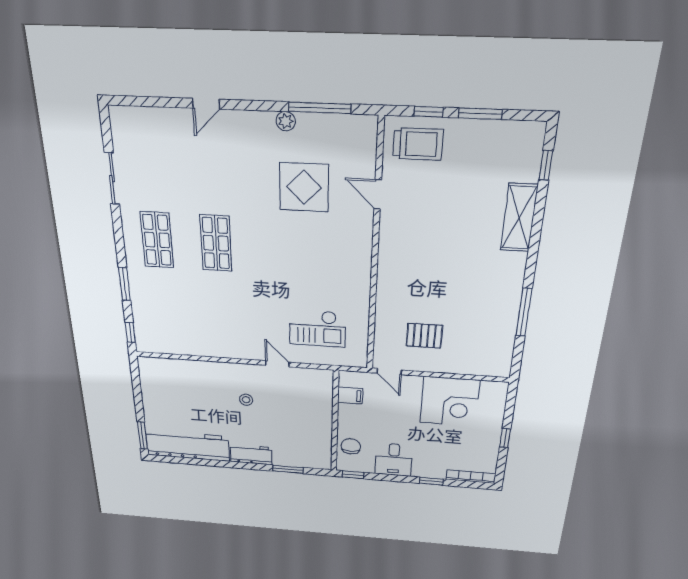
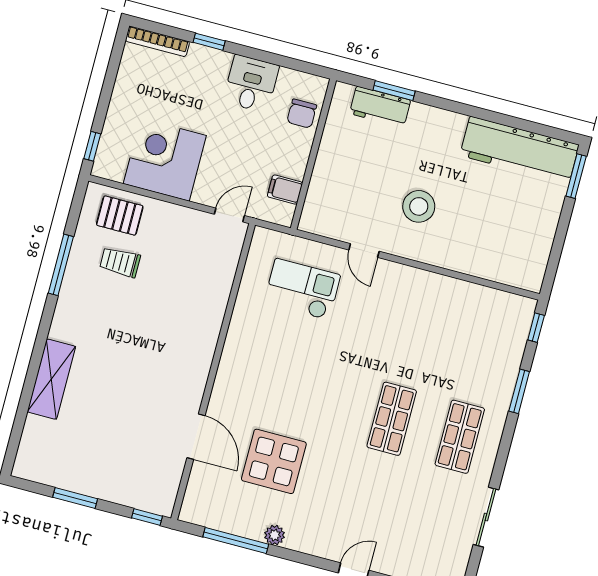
window: (429, 112) -> (147, 517), moved
trolley: (418, 144) -> (120, 262), moved, width x0.73, depth x0.72
window: (546, 165) -> (17, 431), removed
door: (378, 194) -> (196, 437), width x1.38
pallet: (424, 336) -> (120, 216), moved
door: (389, 372) -> (229, 215), hinge flipped
stool: (246, 400) -> (419, 206), width x1.89, depth x1.89
window: (505, 438) -> (92, 146), moved
workbench: (251, 455) -> (380, 107), moved
window: (353, 475) -> (309, 68), removed

